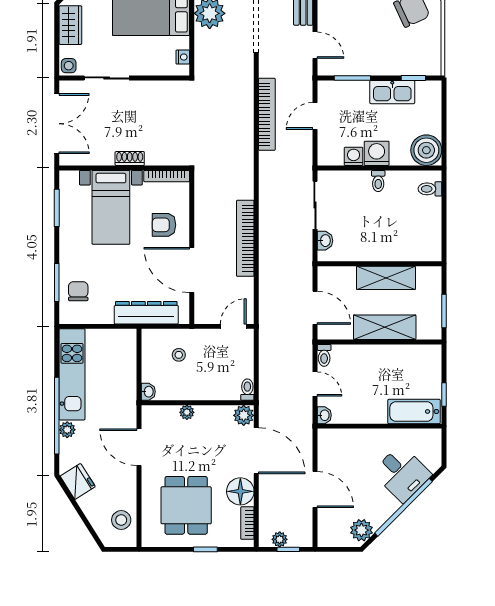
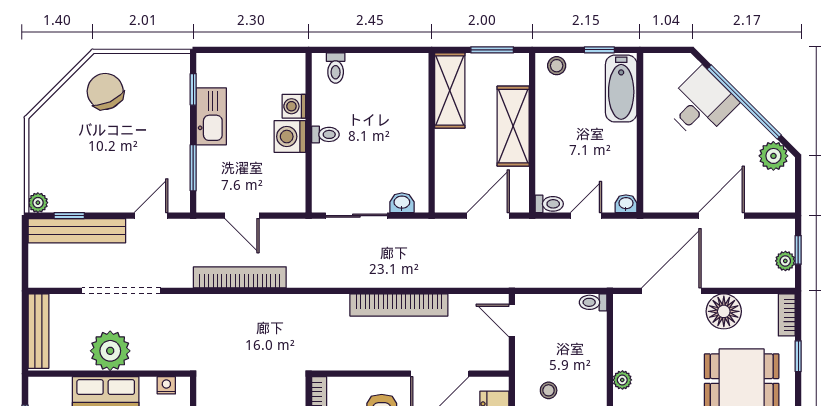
boiler: (426, 150) -> (286, 73), removed
washing machine: (354, 156) -> (294, 106), moved
shelving: (386, 278) -> (450, 91), moved
stool: (432, 361) -> (557, 66), added
plant: (244, 415) -> (626, 307), removed
bookcase: (247, 523) -> (787, 315), moved, turned 90

